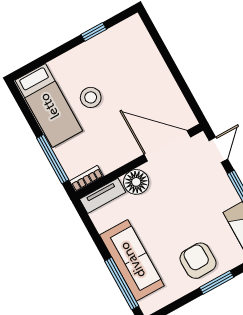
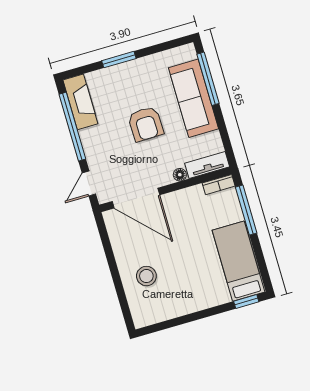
window: (94, 32) -> (246, 301), moved
stool: (91, 97) -> (146, 276), moved
floor lamp: (136, 182) -> (180, 175), width x0.53, depth x0.53
armchair: (198, 261) -> (146, 124), moved

